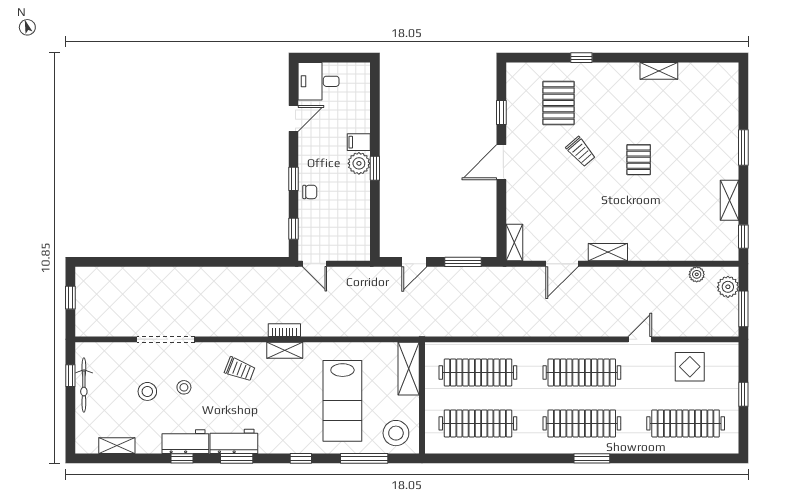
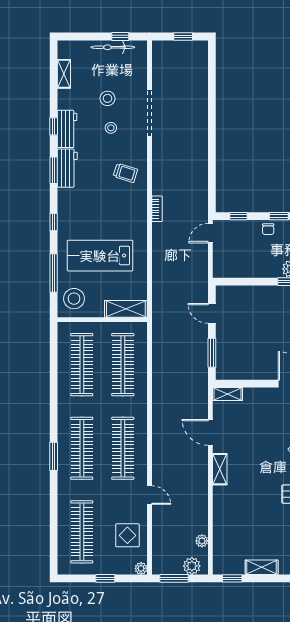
shelving: (285, 350) -> (141, 209), removed
plant: (731, 350) -> (141, 568), added
trolley: (240, 369) -> (125, 173), turned -94

